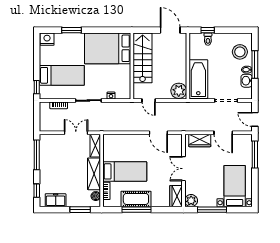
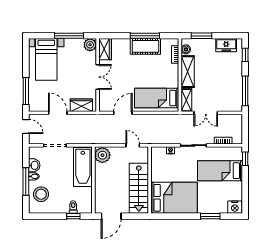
door: (170, 30) -> (111, 216), hinge flipped
door: (158, 133) -> (123, 113), hinge flipped
bed: (125, 171) -> (157, 98), moved

